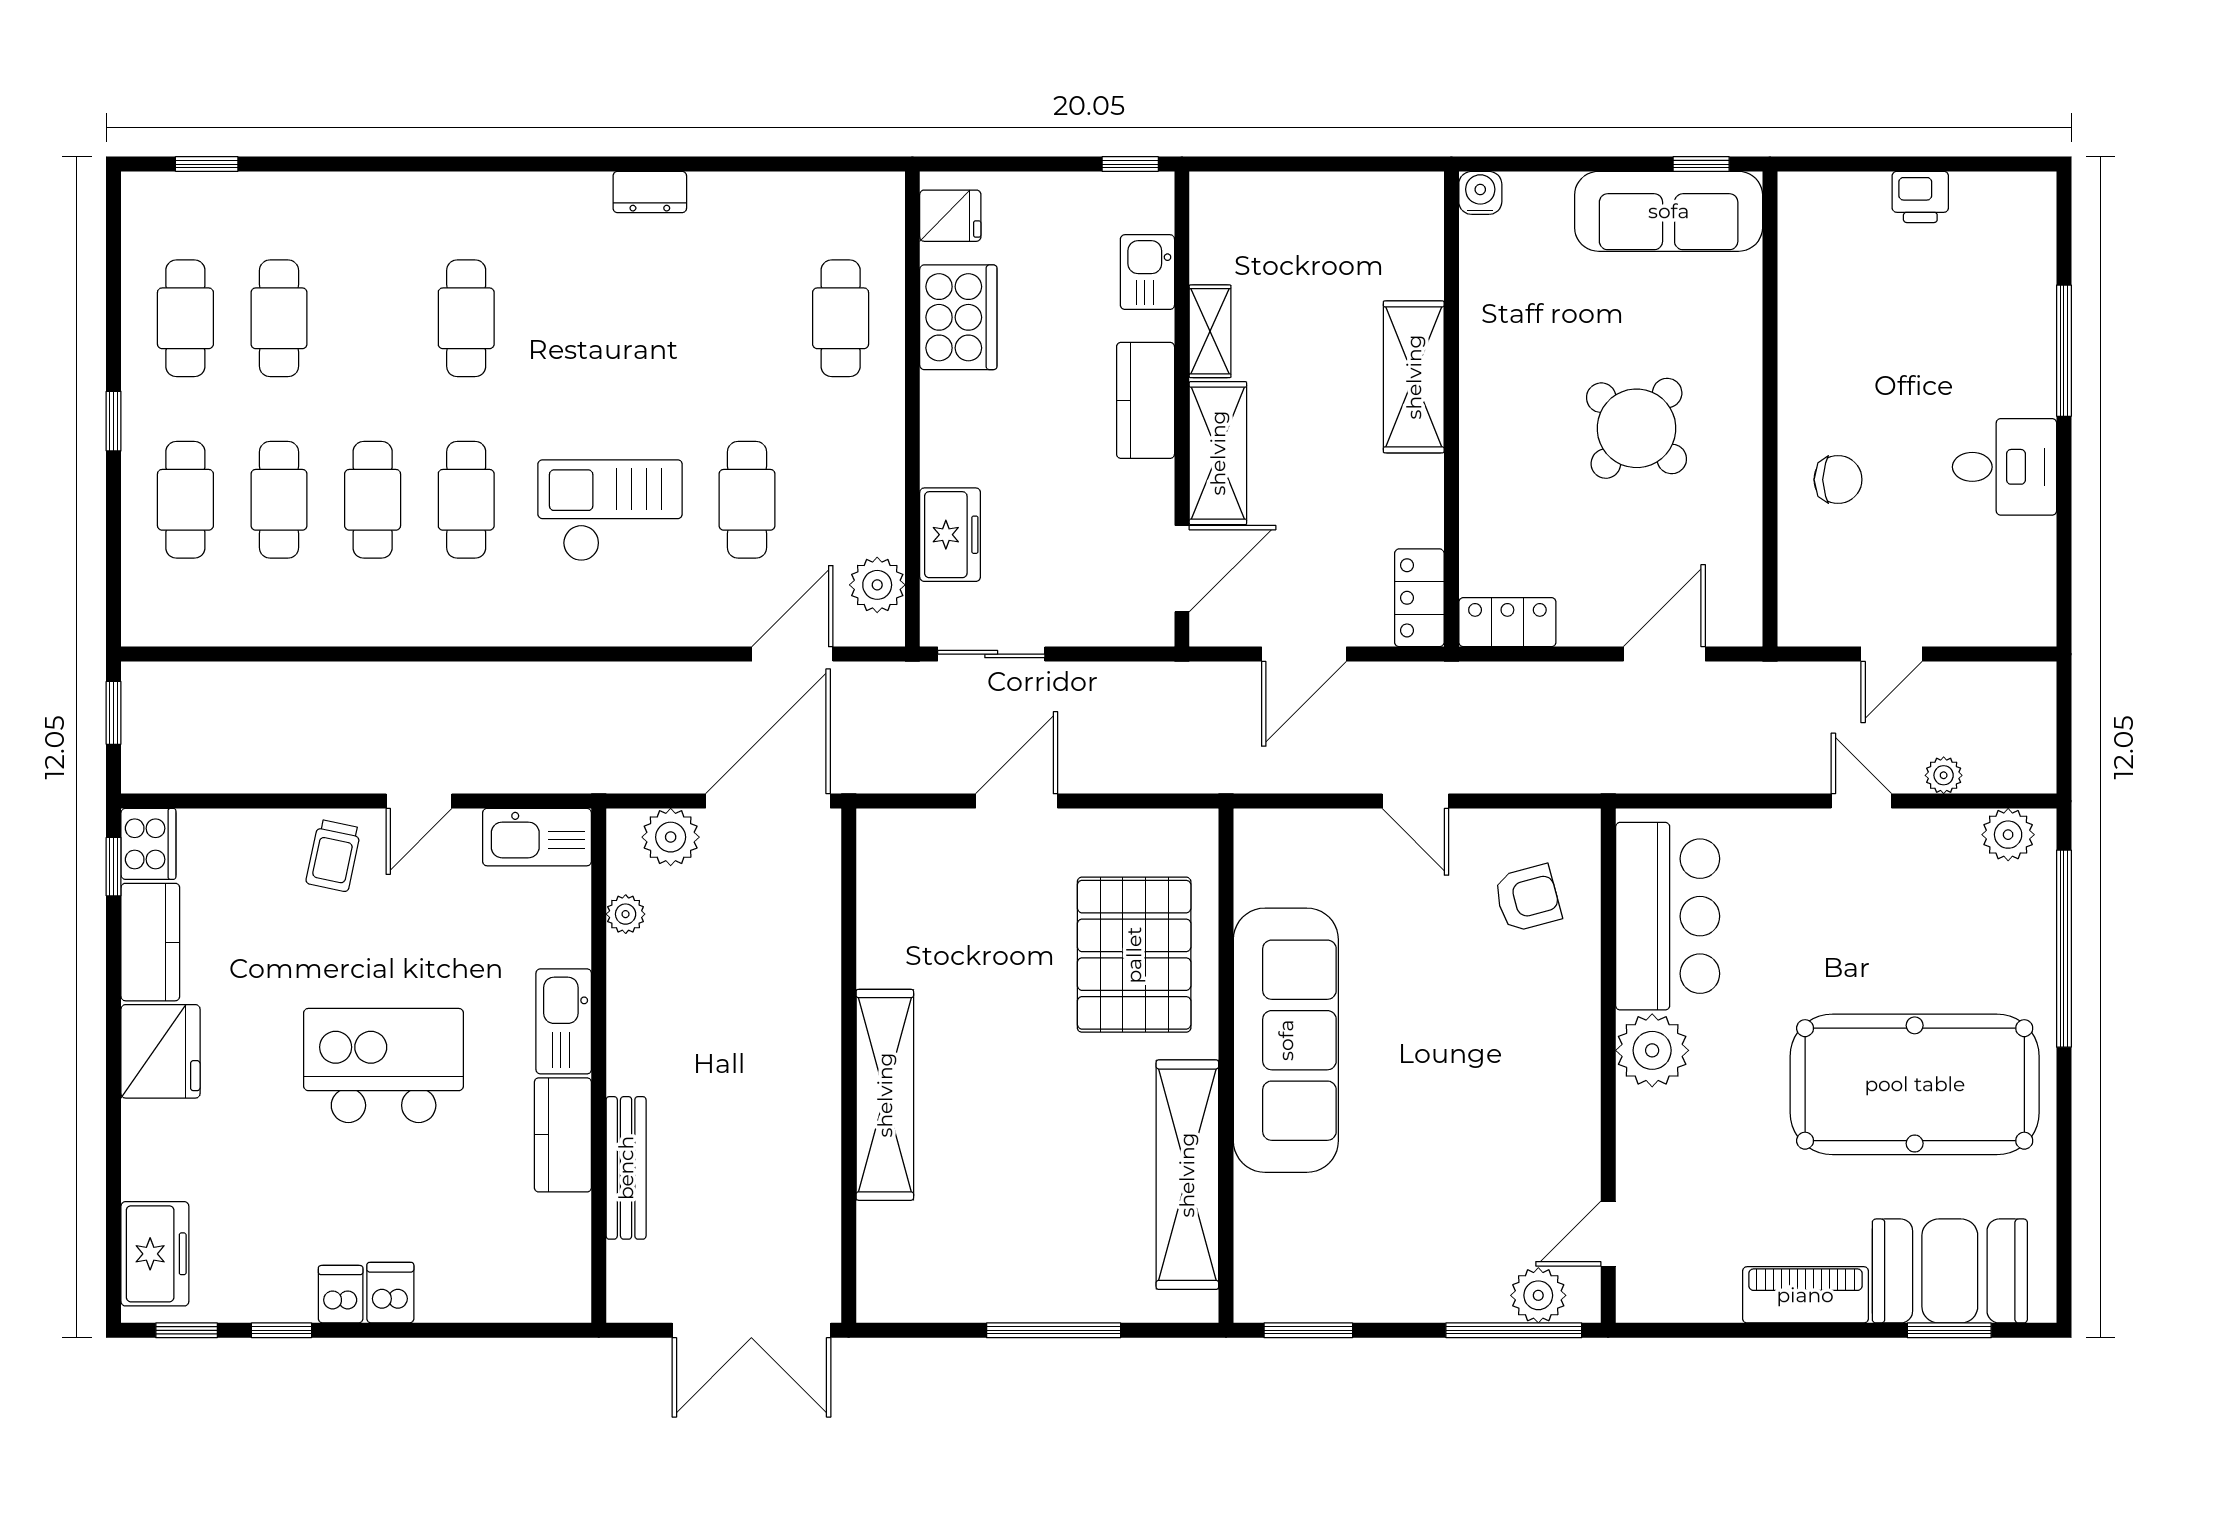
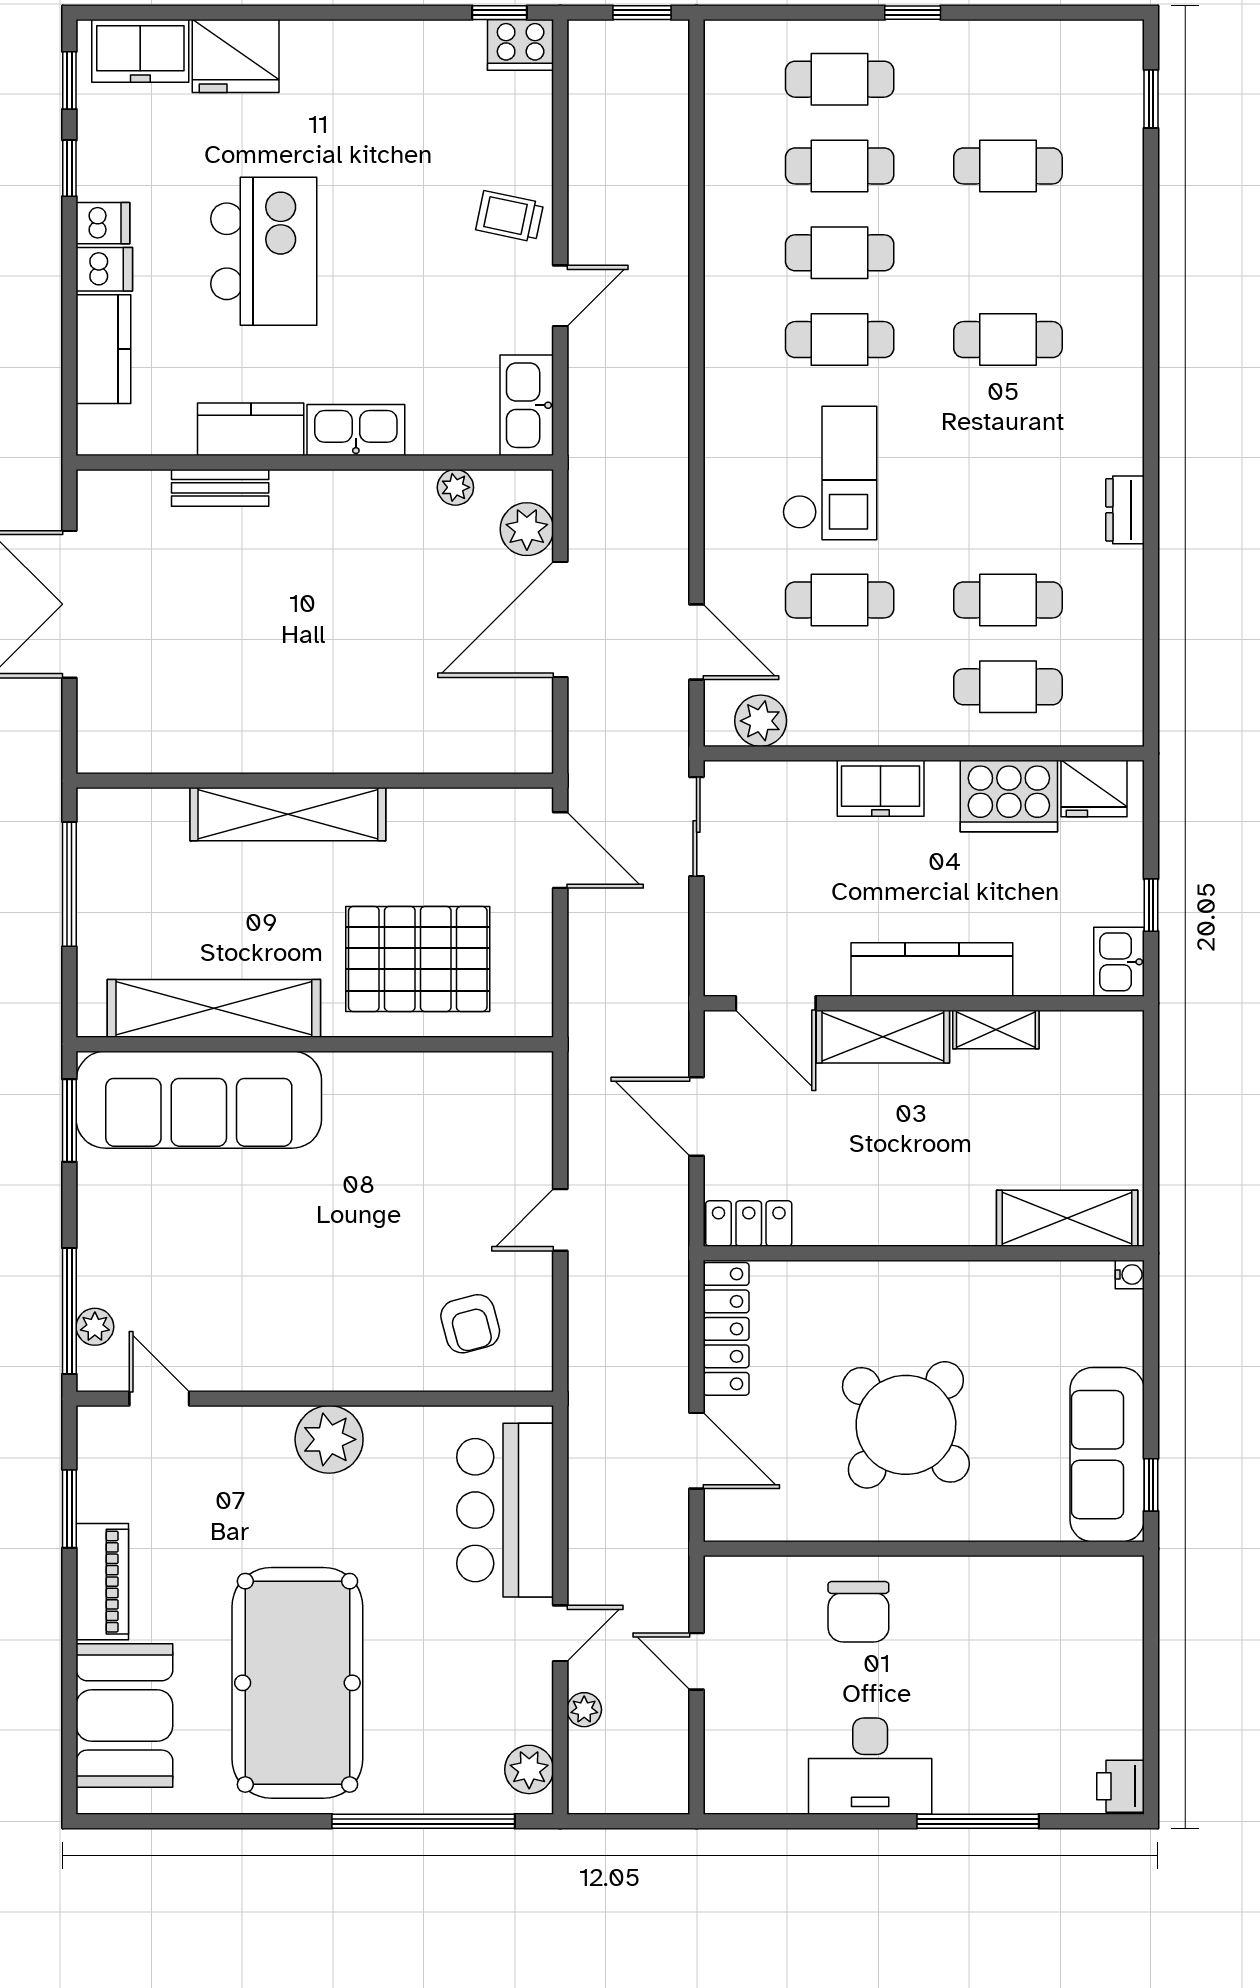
window: (1130, 164) -> (1151, 905), moved
water cooler: (1480, 193) -> (1130, 1274), width x0.72, depth x0.72
printer: (1920, 197) -> (1120, 1786), moved
fridge: (950, 216) -> (1094, 789), width x1.38
kitchen sink: (1147, 272) -> (1119, 962), moved, turned -90
cafe table: (185, 318) -> (1008, 600), moved
shelving: (1414, 377) -> (1067, 1218), moved
kitchen counter: (1146, 400) -> (932, 970), width x1.50
round table: (1636, 428) -> (906, 1425), width x1.36, depth x1.36
desk: (2005, 467) -> (870, 1766), width x1.37
chair: (1838, 480) -> (858, 1612), width x1.37, depth x1.37
freezer: (950, 535) -> (881, 788), moved
locker: (1507, 622) -> (726, 1329), width x1.53
door: (419, 801) -> (560, 296), swing flipped
door: (768, 801) -> (560, 619), swing flipped
bar counter: (1668, 916) -> (505, 1510), moved, turned 90
kitchen counter: (150, 942) -> (103, 349), moved, turned -90
sofa: (1286, 1040) -> (199, 1100), moved
fridge: (160, 1051) -> (236, 56), moved
kitchen island: (384, 1065) -> (264, 251), moved
wall: (849, 1066) -> (315, 781), moved
shelving: (885, 1095) -> (288, 814), moved
bench: (626, 1168) -> (220, 488), width x0.73
plant: (1538, 1295) -> (95, 1327), width x0.73, depth x0.73
window: (1949, 1330) -> (69, 1509), moved

